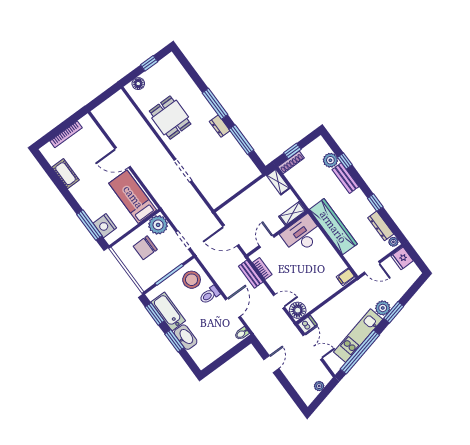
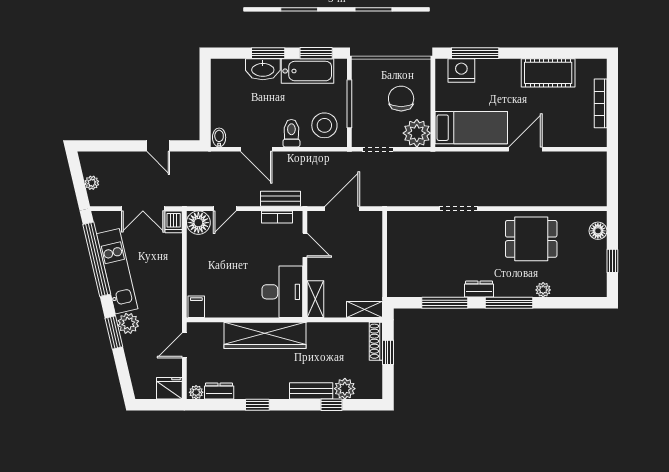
plant: (194, 90) -> (543, 290), added
cot: (66, 174) -> (548, 73), width x1.37, depth x1.34
dresser: (381, 226) -> (219, 391), width x0.70

